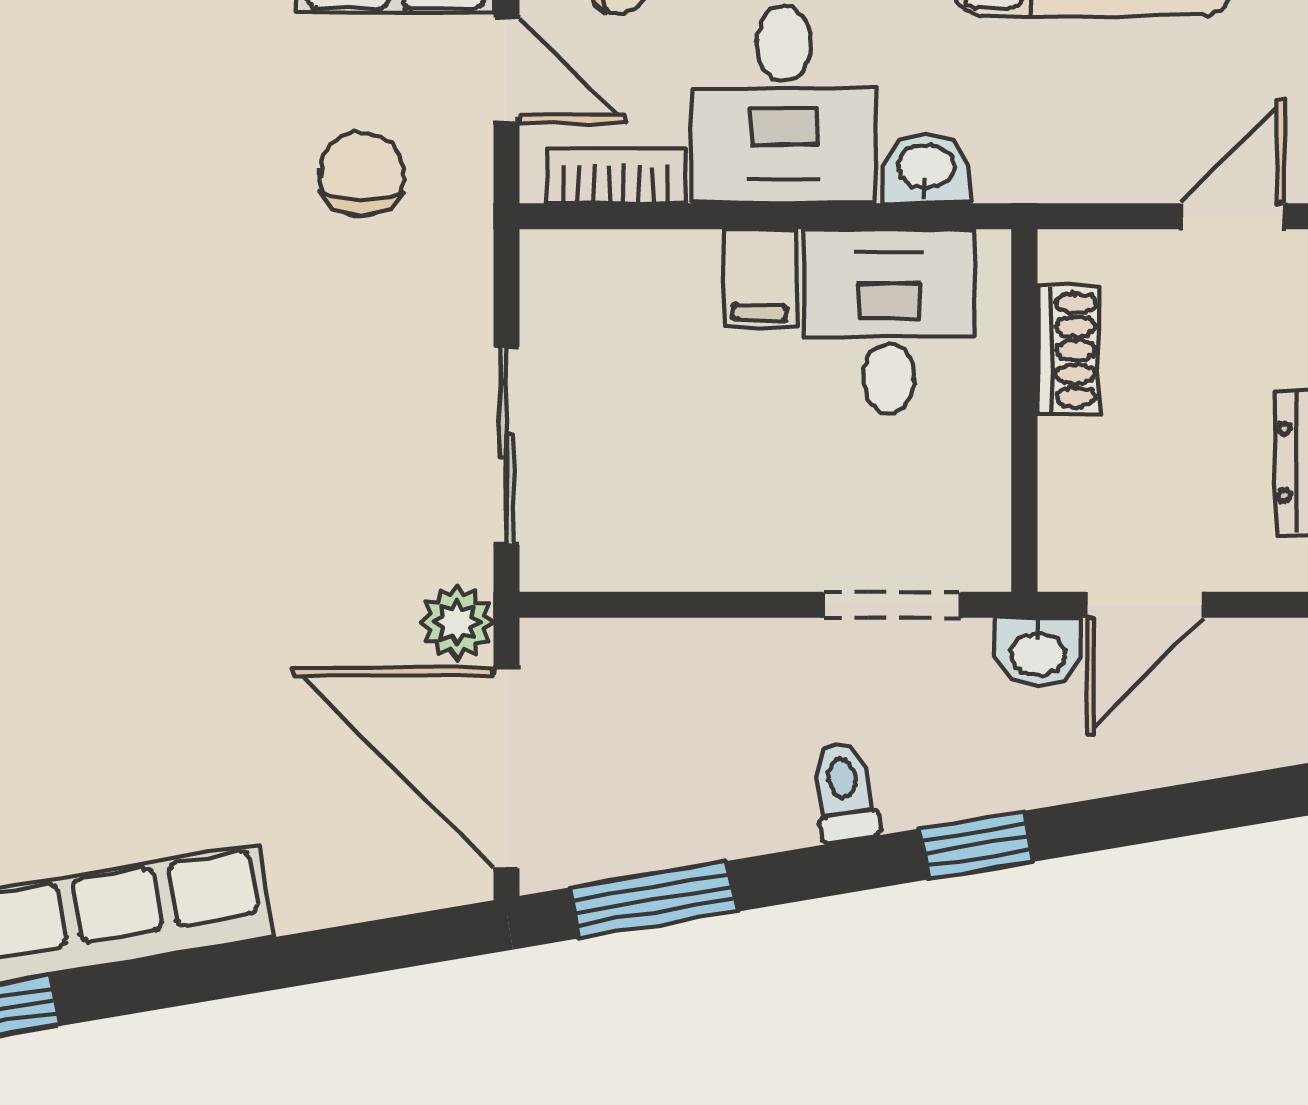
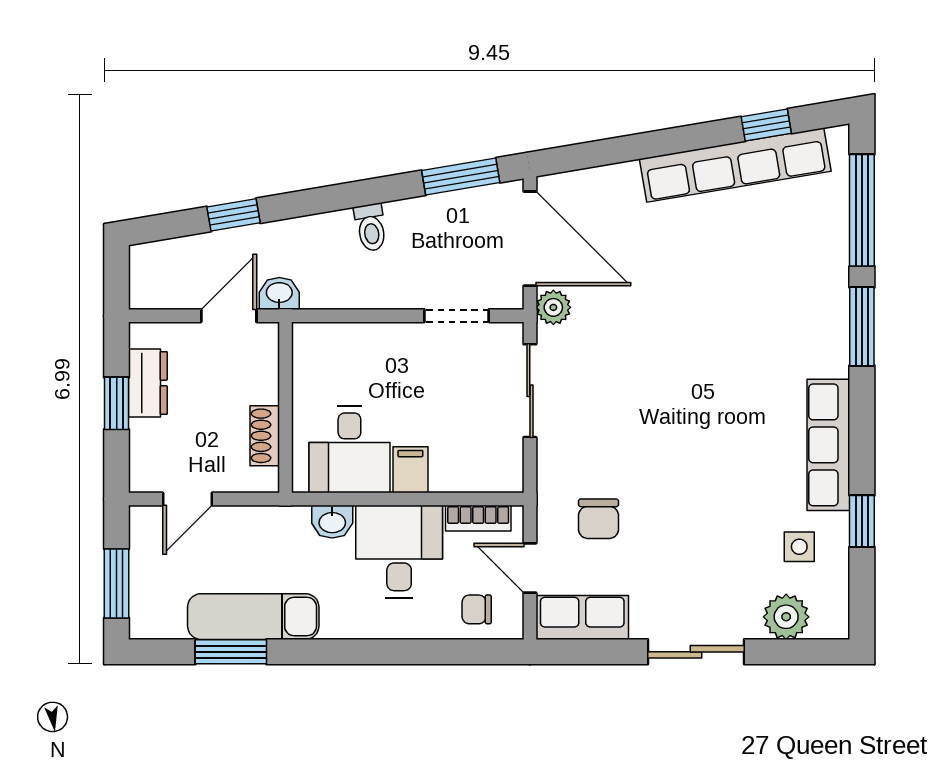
doorway: (892, 605) -> (457, 316), moved
window: (976, 845) -> (234, 215), moved

